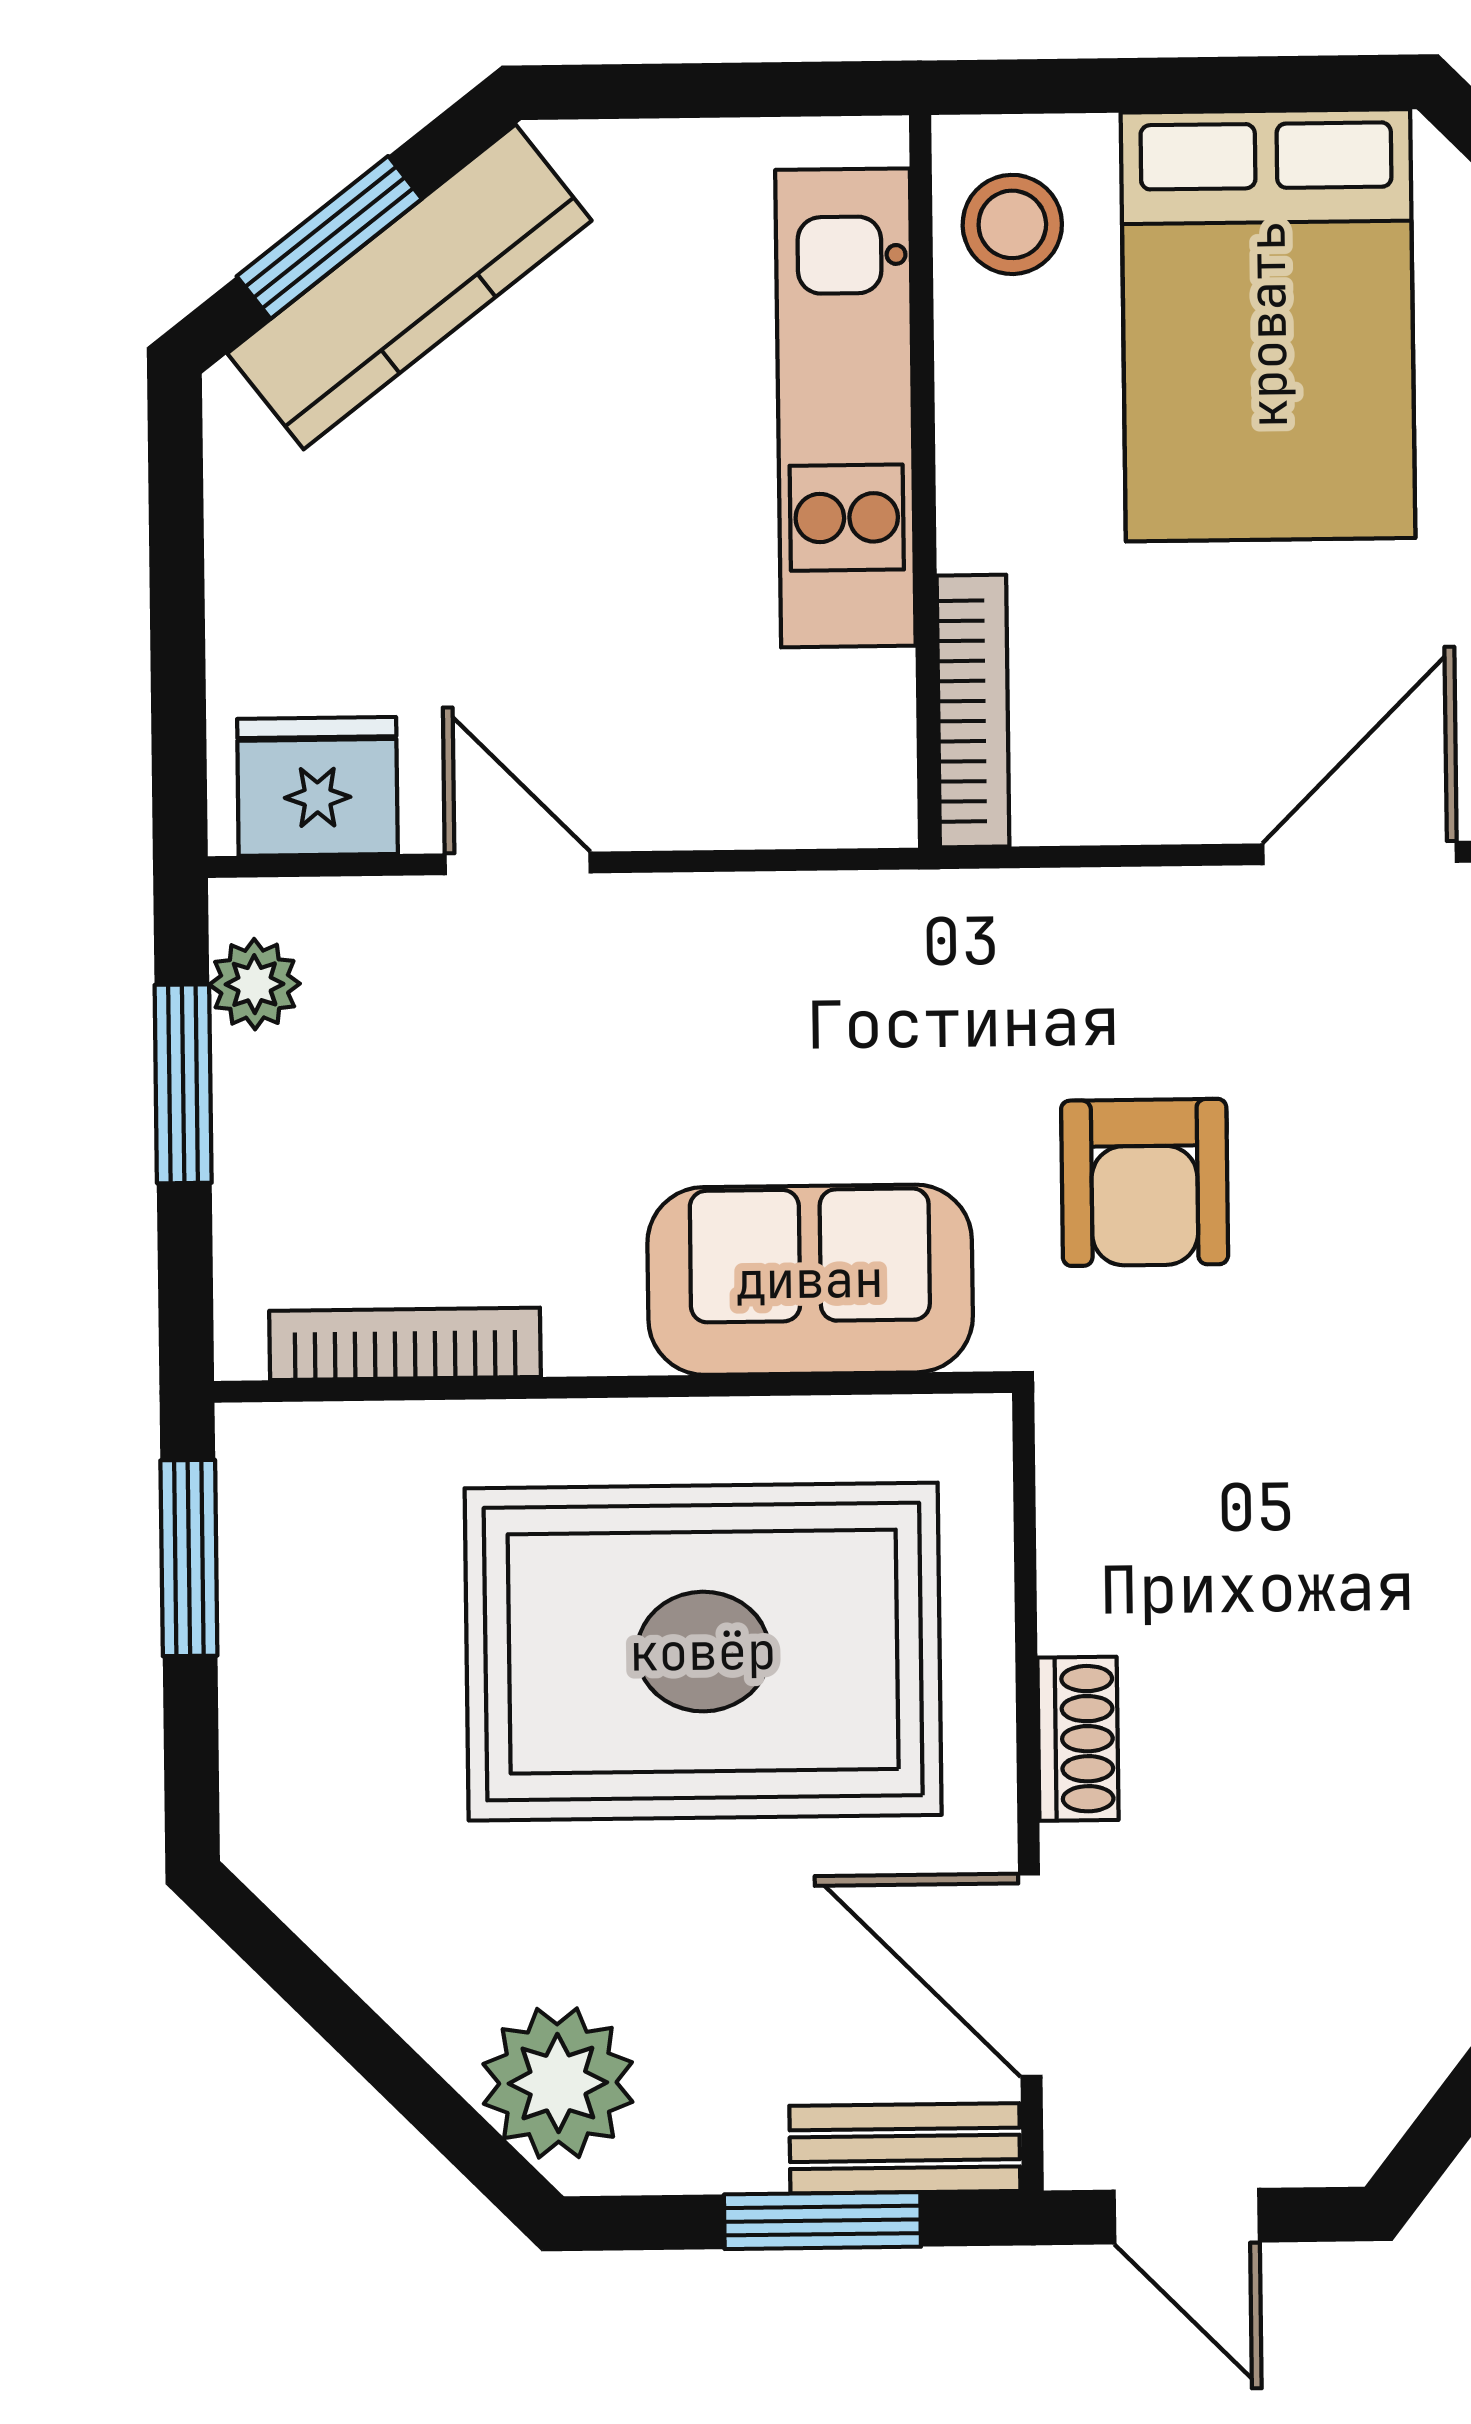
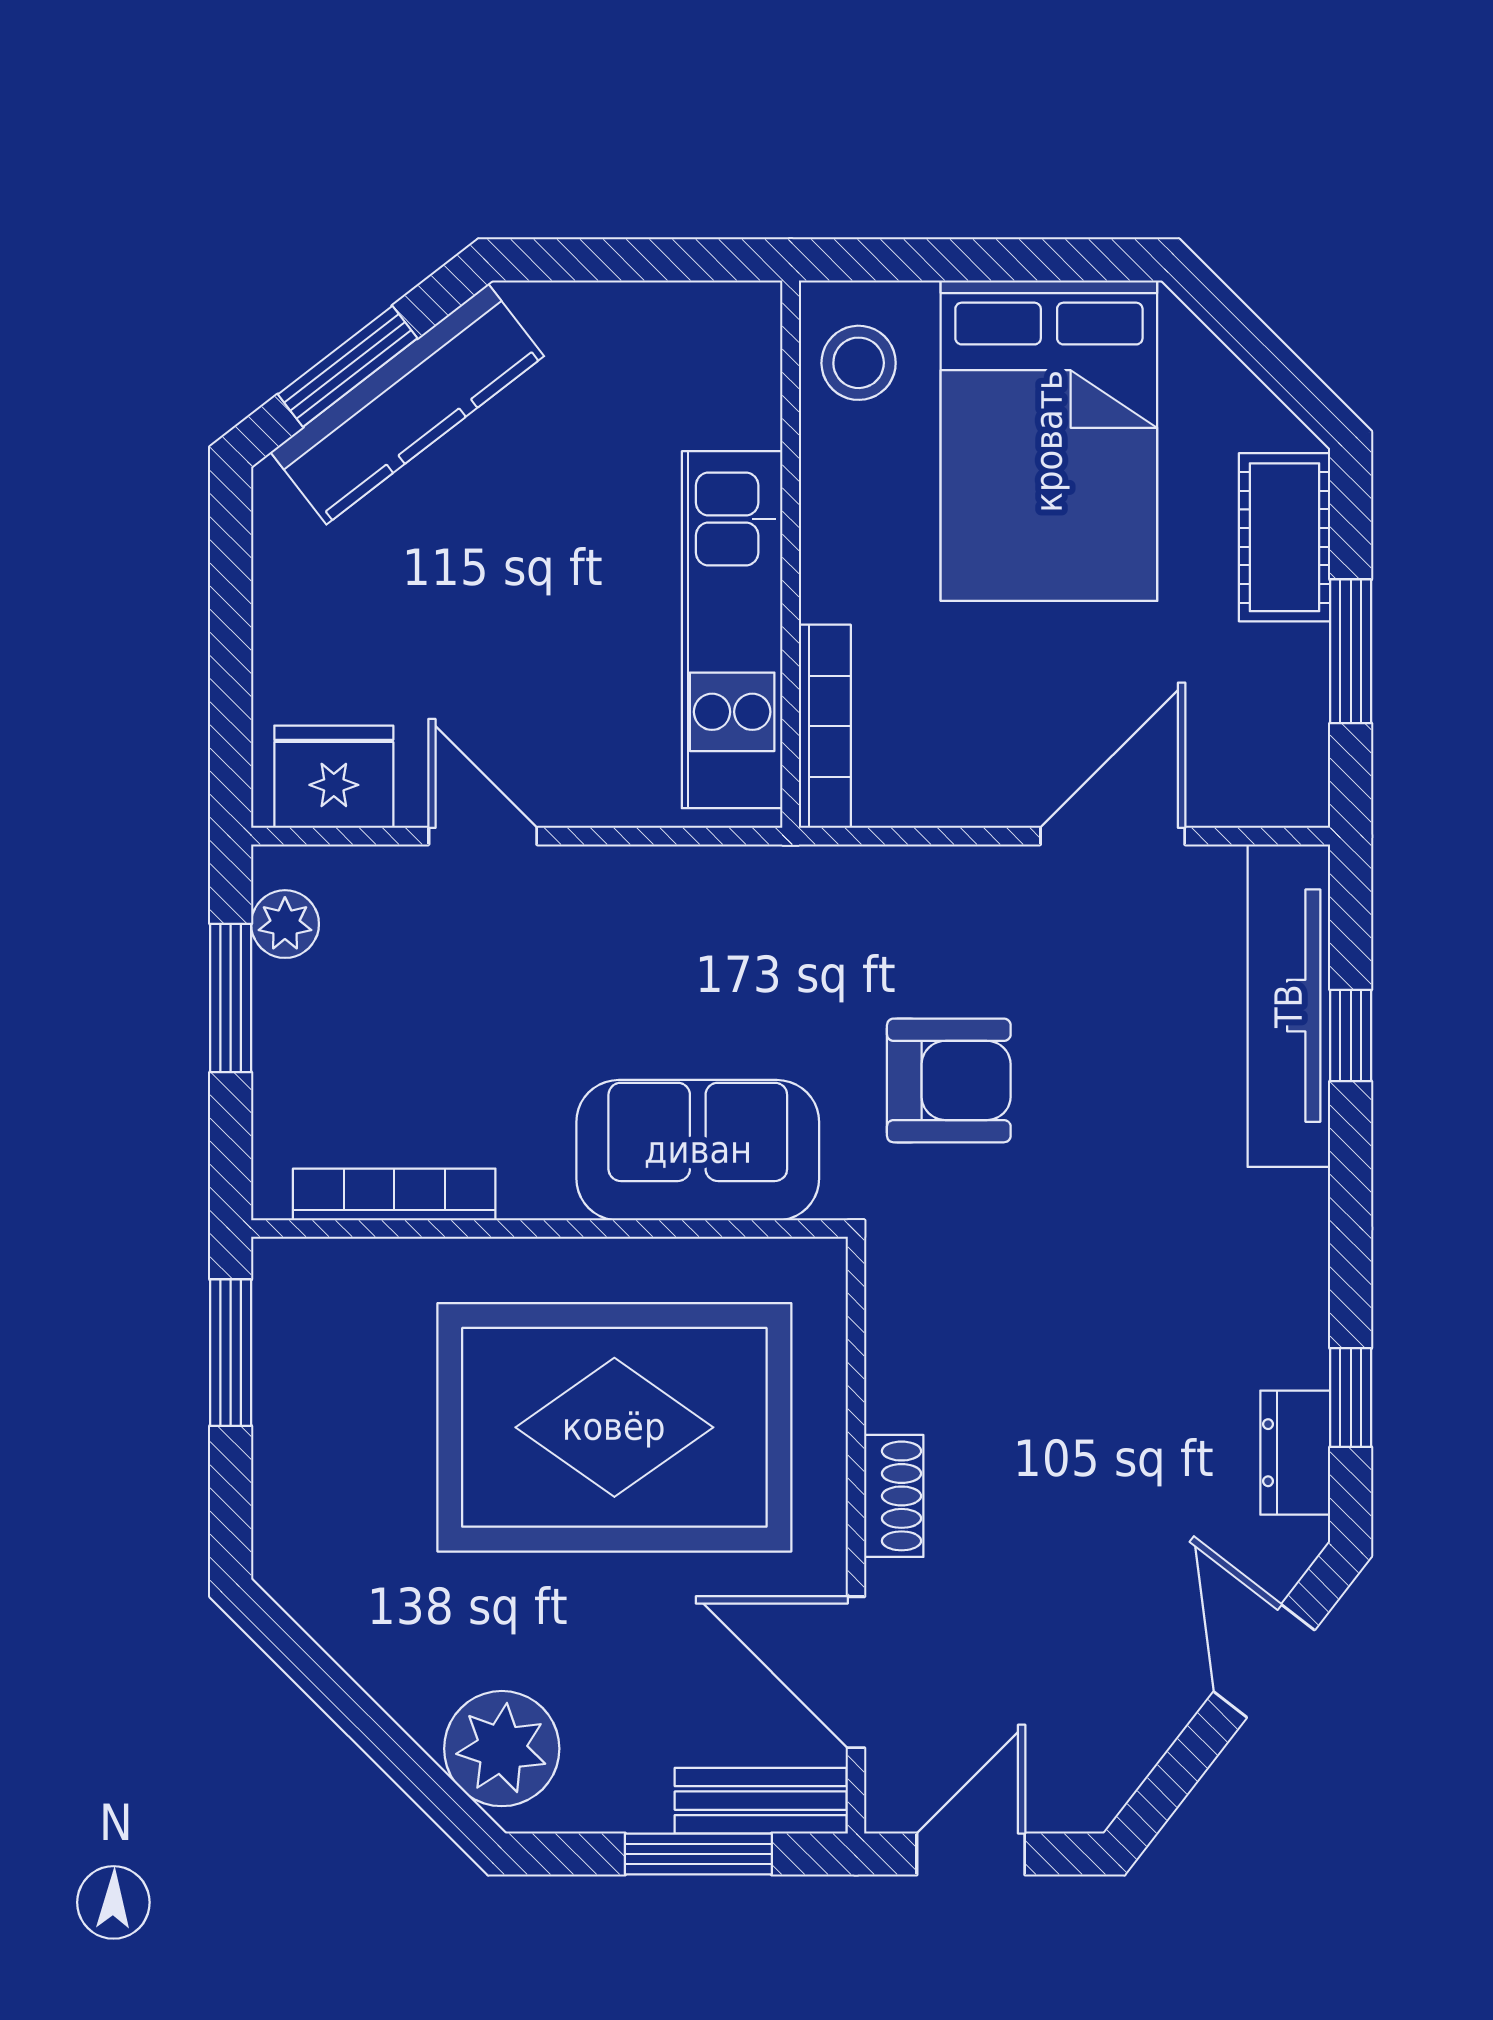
kitchen unit: (845, 408) -> (732, 630), moved
armchair: (1145, 1182) -> (949, 1080), turned -90
door: (1187, 2216) -> (971, 1854), swing flipped

